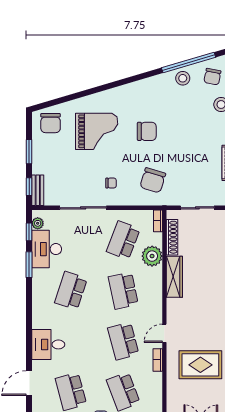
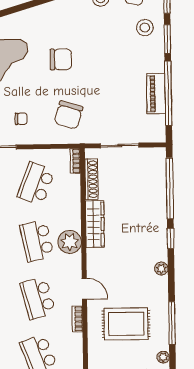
plant: (152, 256) -> (70, 242), moved
door: (164, 333) -> (84, 289), swing flipped

